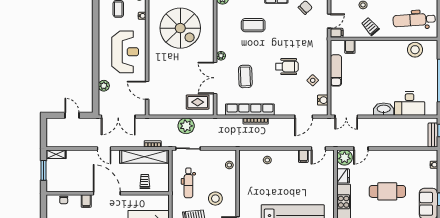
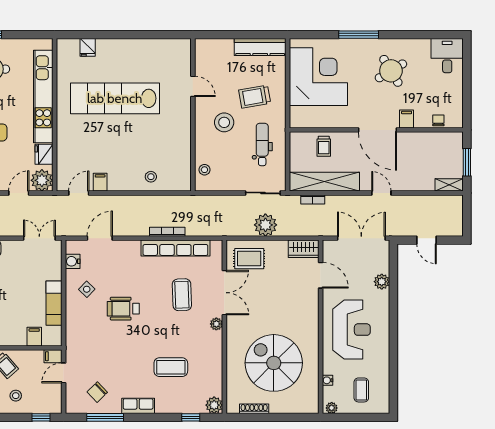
reception desk: (125, 52) -> (352, 330), turned 180
wardrobe: (159, 109) -> (304, 249), added

